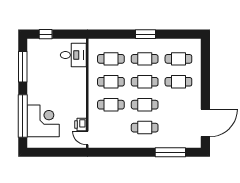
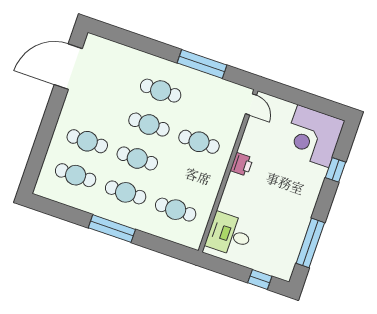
window: (145, 34) -> (112, 229), width x1.44
cafe table: (111, 82) -> (187, 176), removed
window: (23, 116) -> (335, 170), width x0.32
corner desk: (43, 121) -> (313, 136), moved
printer: (80, 124) -> (242, 164), moved
window: (170, 152) -> (202, 64), moved

